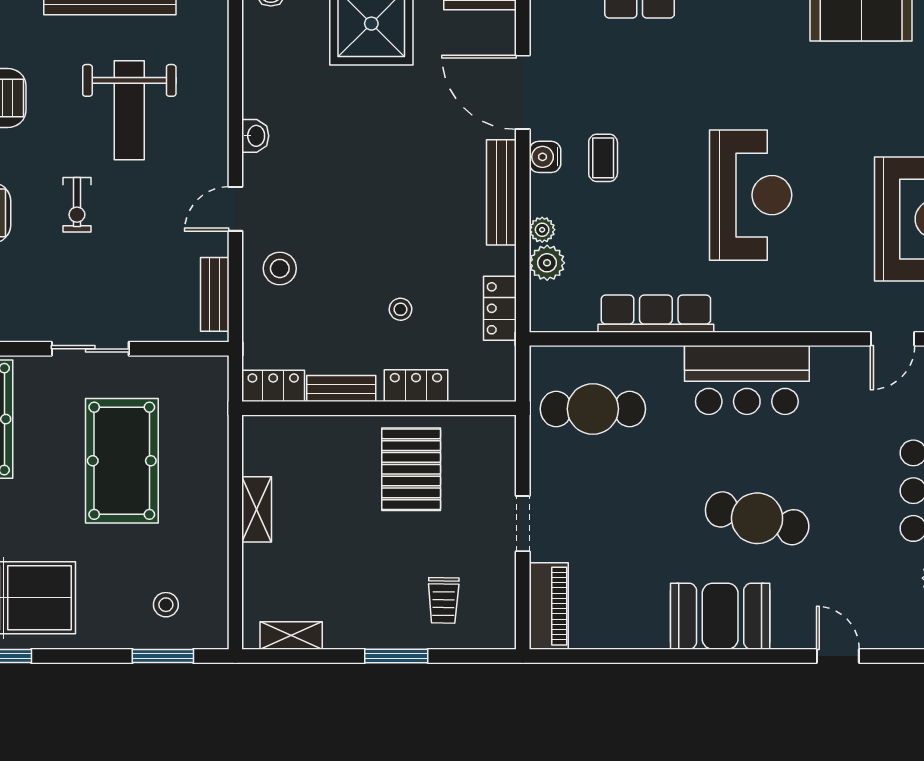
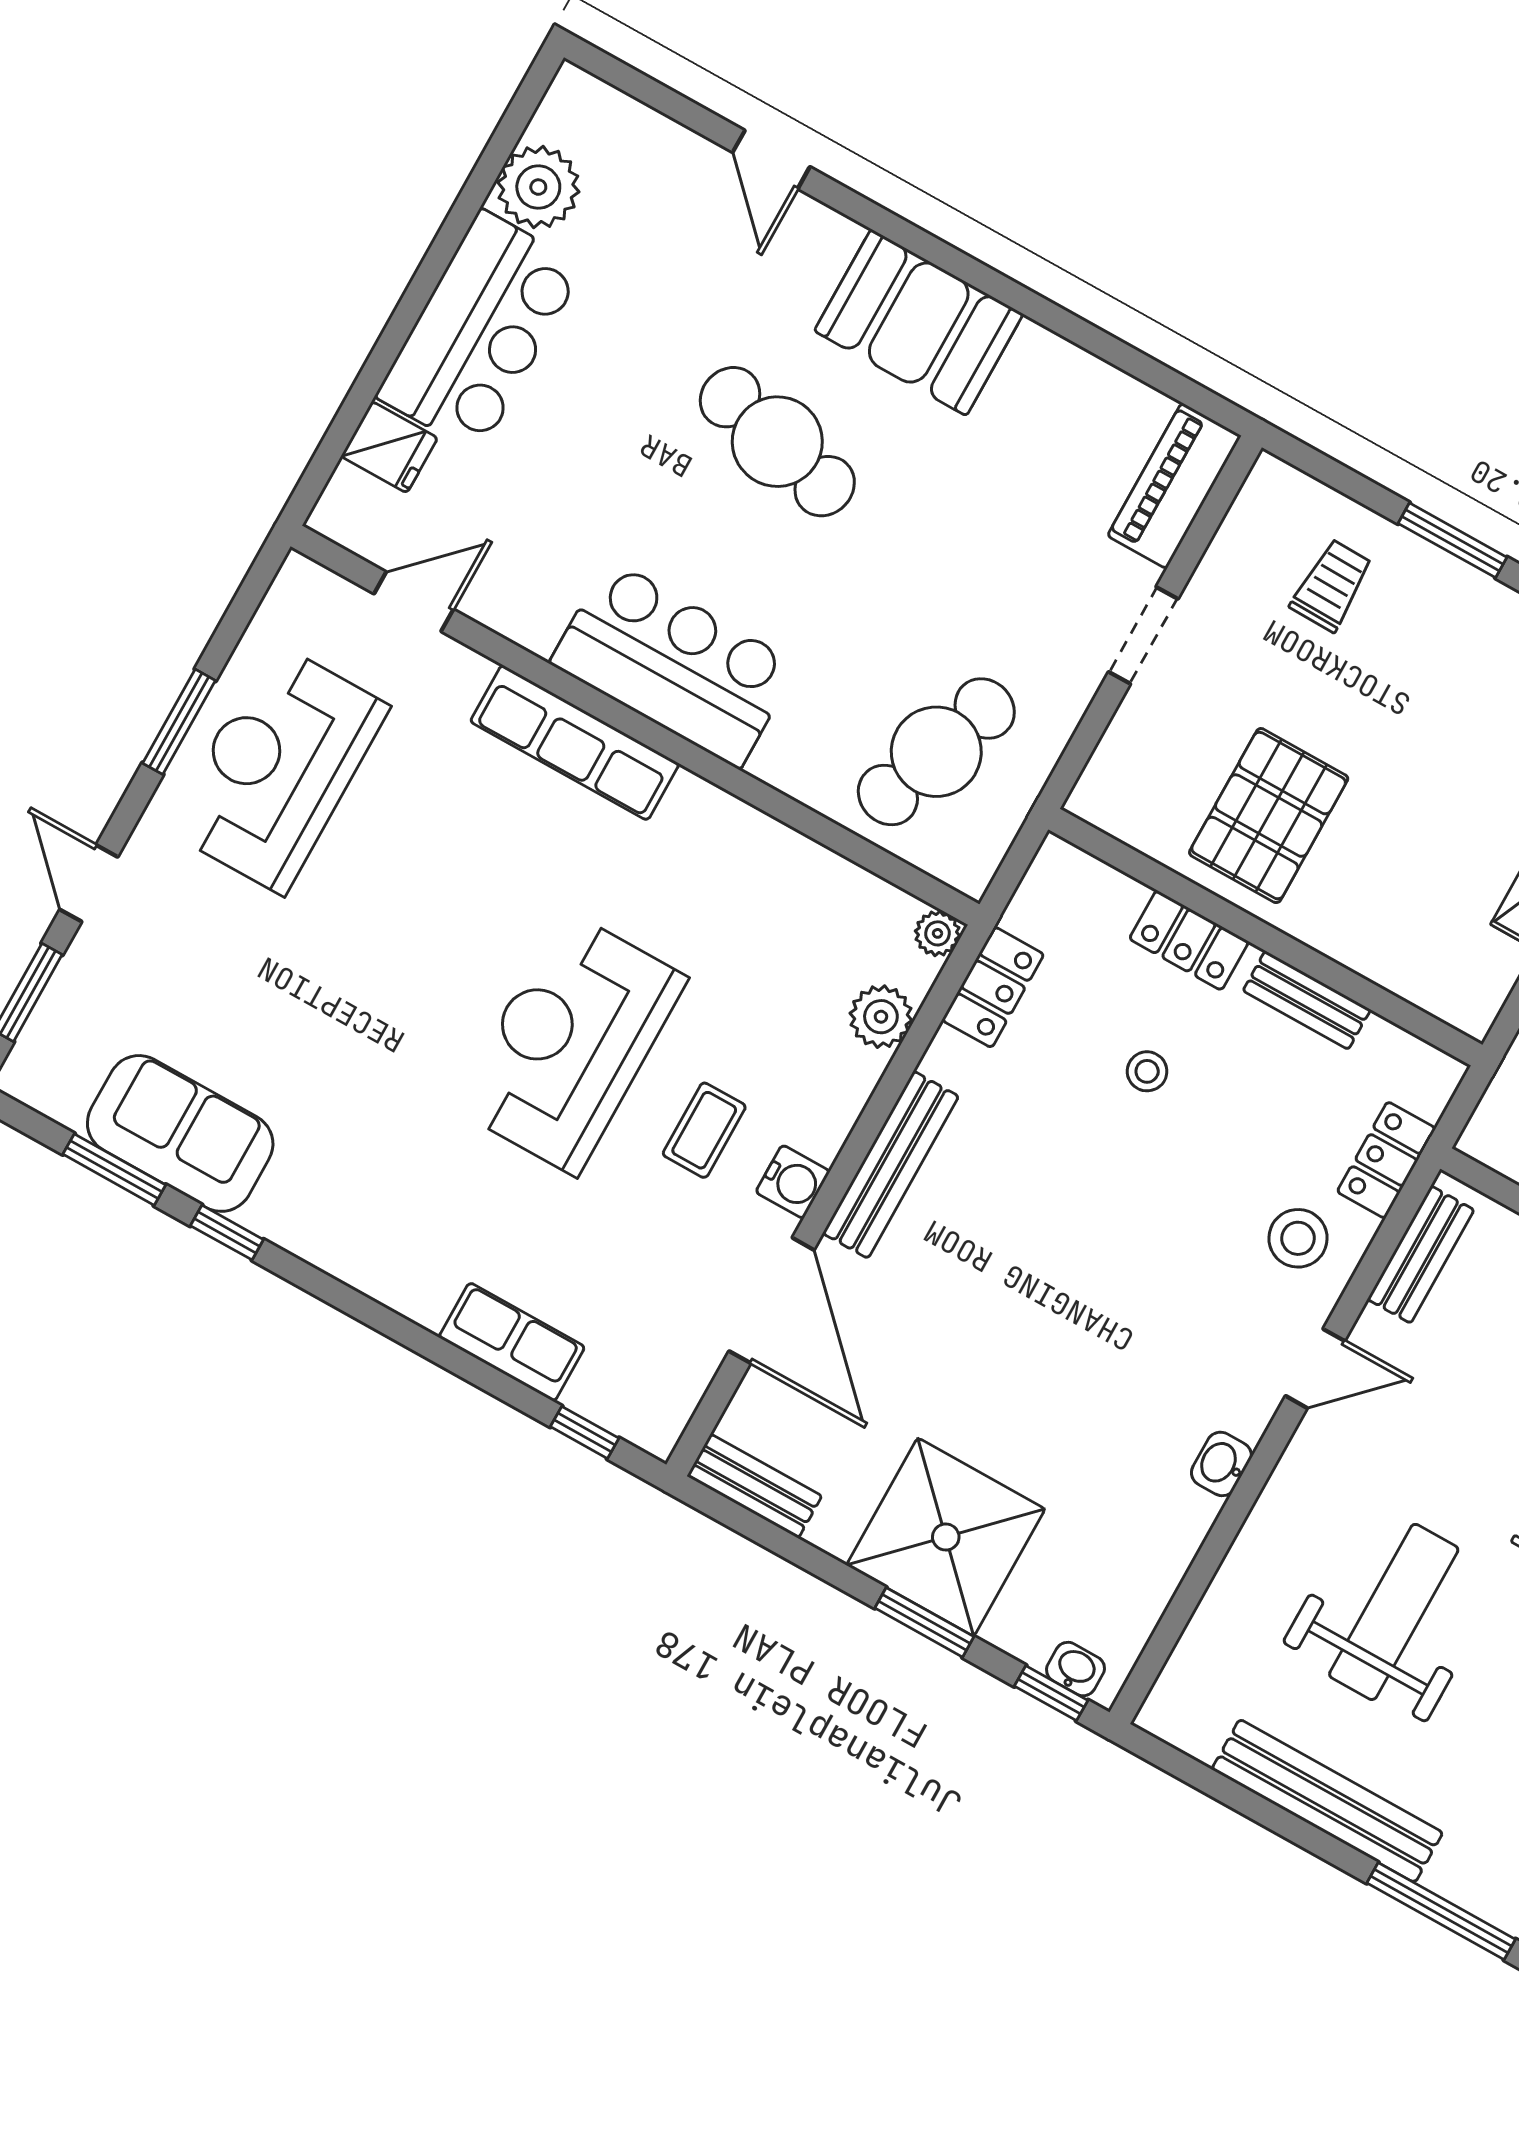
reception desk: (751, 195) -> (570, 1043), moved
plant: (542, 230) -> (937, 933), moved
row of seats: (656, 314) -> (575, 743), moved
locker: (273, 386) -> (1386, 1160), moved, turned 90
cafe table: (593, 409) -> (936, 752), turned -71

